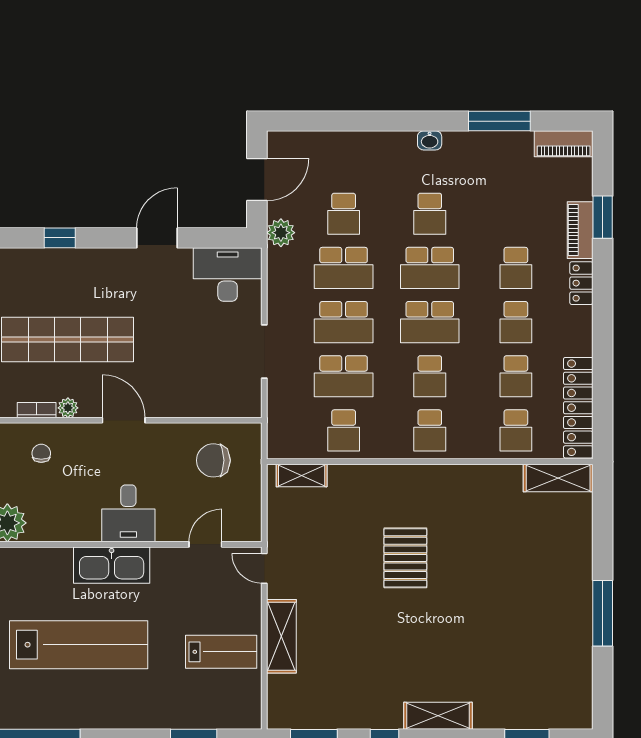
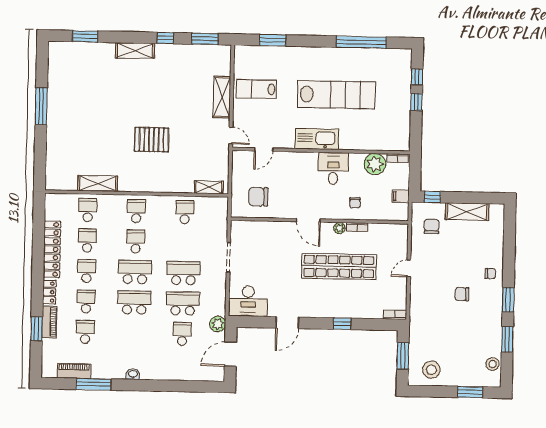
piano: (564, 144) -> (74, 371), moved
school desk: (430, 214) -> (85, 332), moved
school desk: (344, 376) -> (184, 243), removed
locker: (578, 408) -> (52, 249), moved
chair: (213, 460) -> (258, 197), turned 180
shelving: (558, 478) -> (98, 183), moved
desk: (128, 513) -> (333, 168), moved
pallet: (405, 558) -> (151, 140), turned 90
lab bench: (79, 645) -> (336, 95), turned 180

